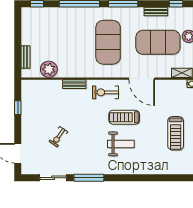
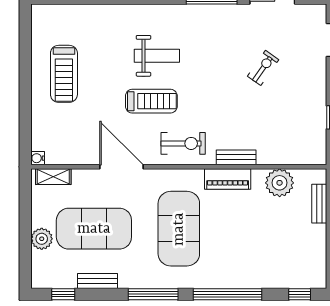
piano: (79, 71) -> (228, 179), added
treadmill: (176, 133) -> (64, 74), turned 180
weight bench: (121, 144) -> (157, 56), turned 180

